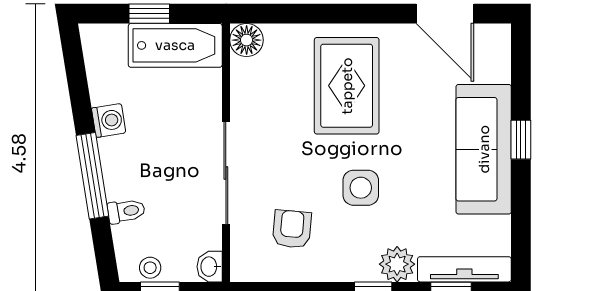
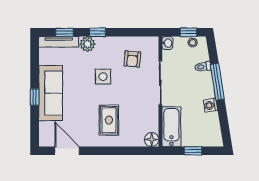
bathtub: (175, 45) -> (171, 127), moved, turned 90
rug: (347, 86) -> (109, 120), width x0.73, depth x0.70

